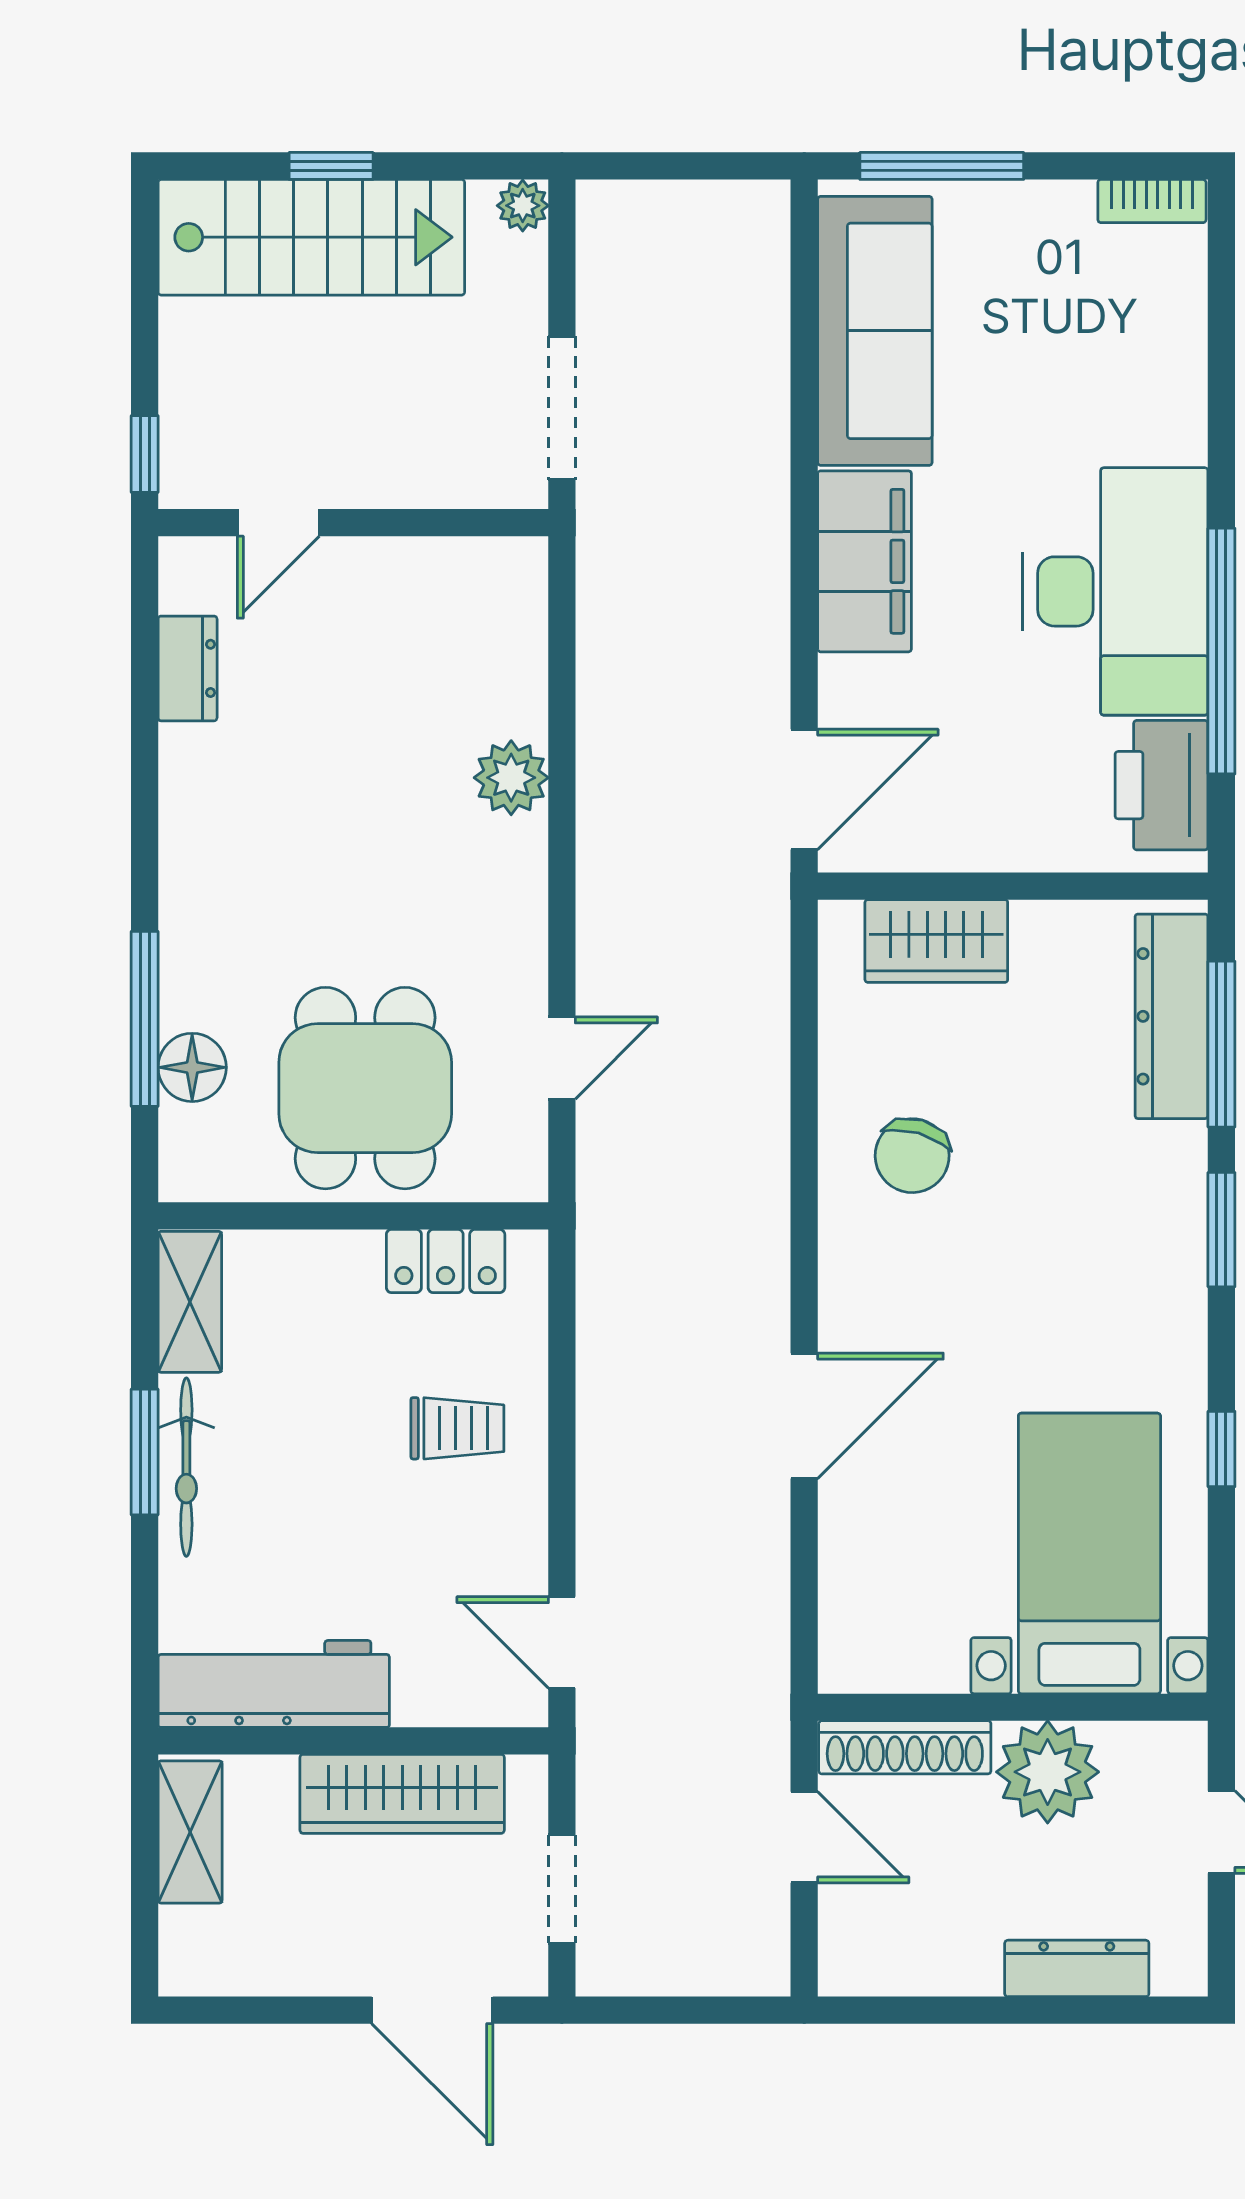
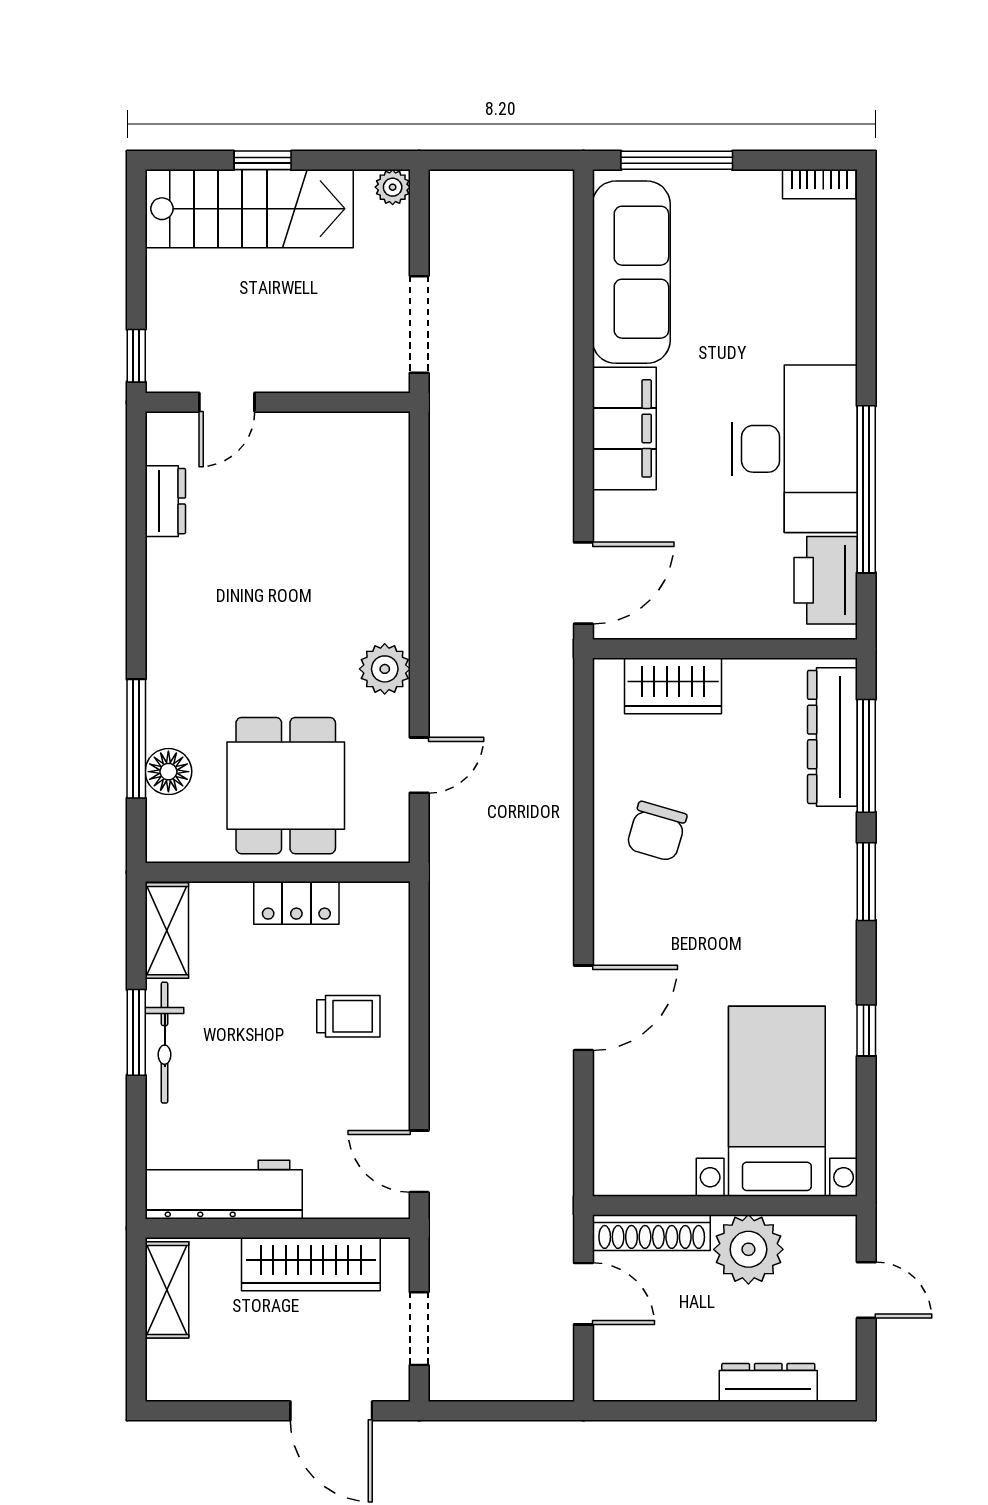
plant: (511, 778) -> (385, 669), moved
locker: (446, 1261) -> (296, 903), moved

